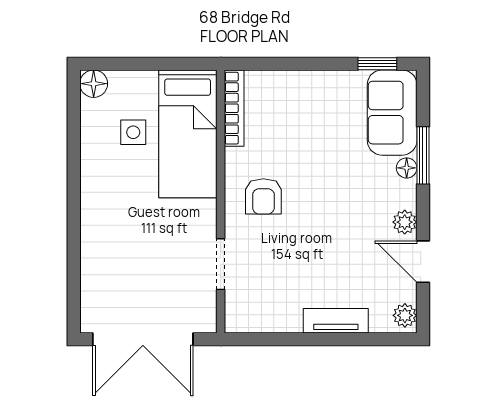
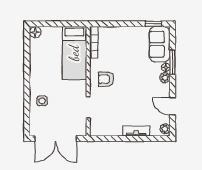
side table: (133, 132) -> (42, 101), moved
armchair: (263, 196) -> (106, 79), turned 90
plant: (405, 222) -> (165, 78), moved

